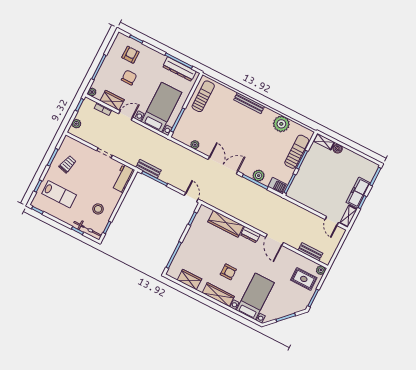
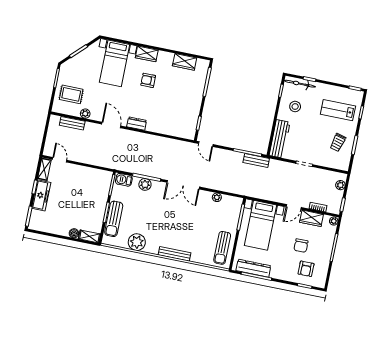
workbench: (123, 178) -> (280, 139), width x1.38
wardrobe: (226, 224) -> (164, 127), removed
plant: (321, 270) -> (85, 114), moved
wardrobe: (218, 295) -> (147, 54), width x0.67

